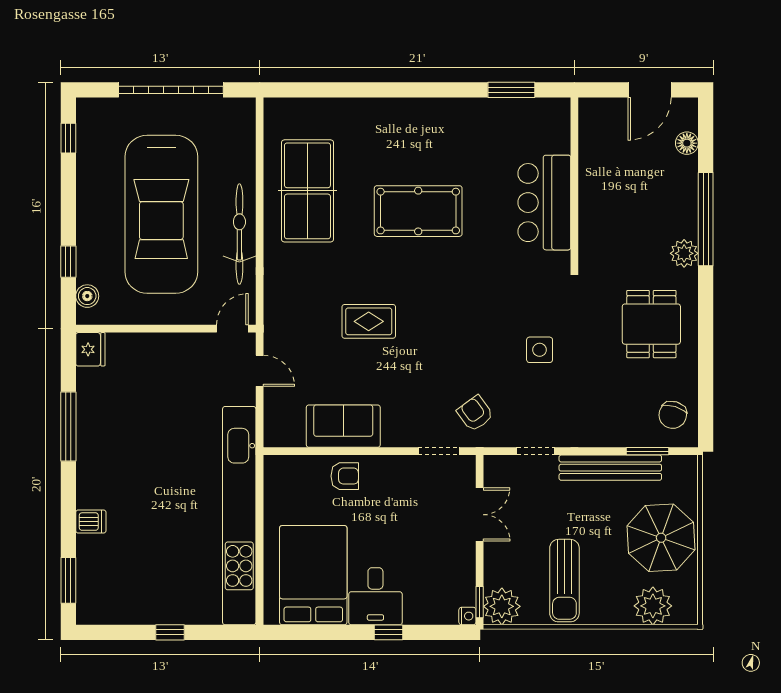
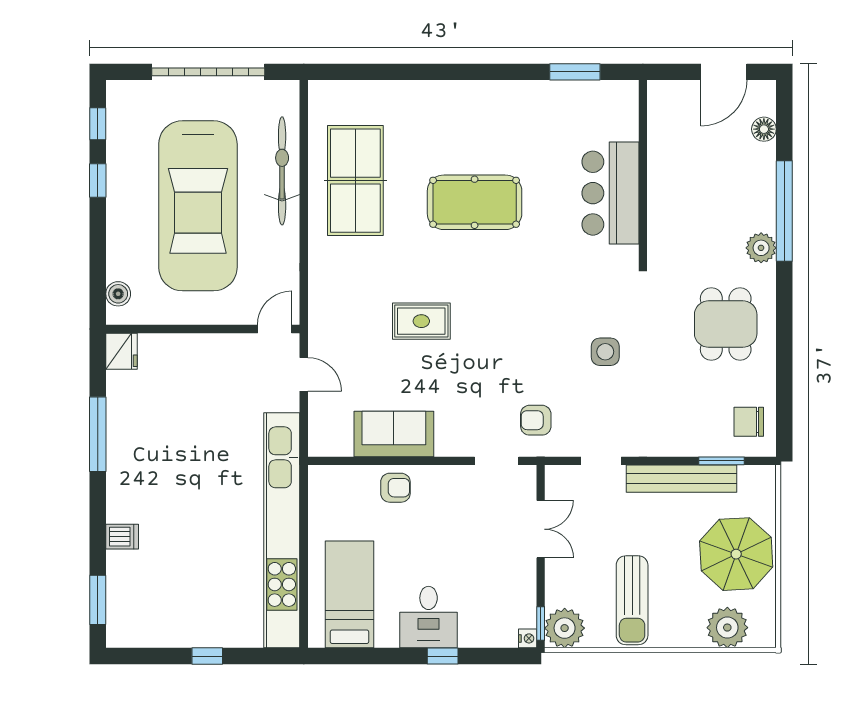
bicycle: (239, 234) -> (282, 171), moved
window: (68, 262) -> (98, 181), moved
armchair: (475, 413) -> (536, 420), turned -54
chair: (673, 415) -> (749, 422), turned 73
bed: (313, 575) -> (350, 594), width x0.67

